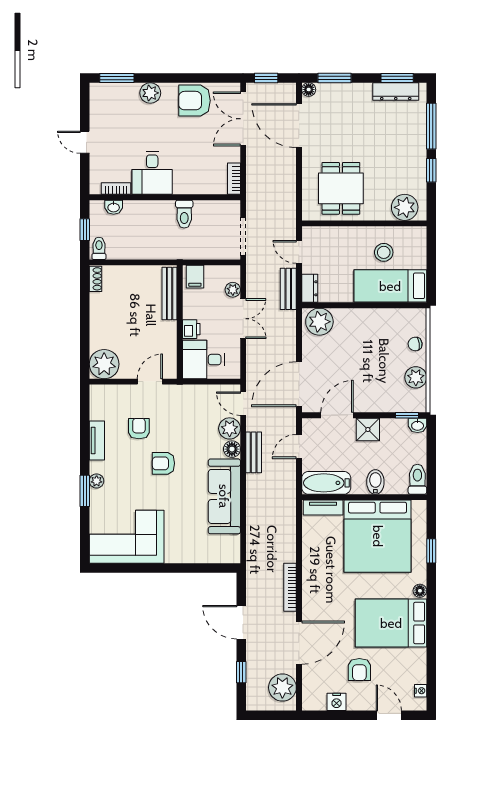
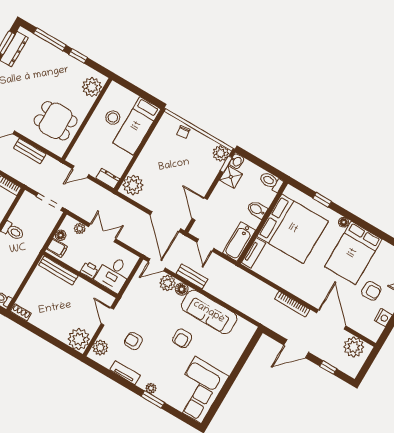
floor lamp: (212, 272) -> (61, 235), added
bench: (288, 289) -> (30, 151), moved
plant: (416, 377) -> (221, 153), moved
plant: (109, 395) -> (100, 348), added
shower: (368, 429) -> (231, 177), moved
armchair: (163, 463) -> (182, 338), moved

